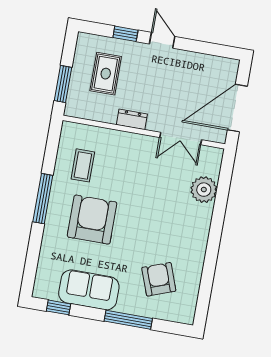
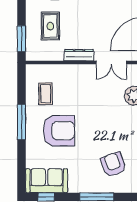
dresser: (132, 119) -> (79, 55), width x1.44
armchair: (92, 220) -> (59, 131), turned 90
sofa: (89, 290) -> (47, 181), moved

